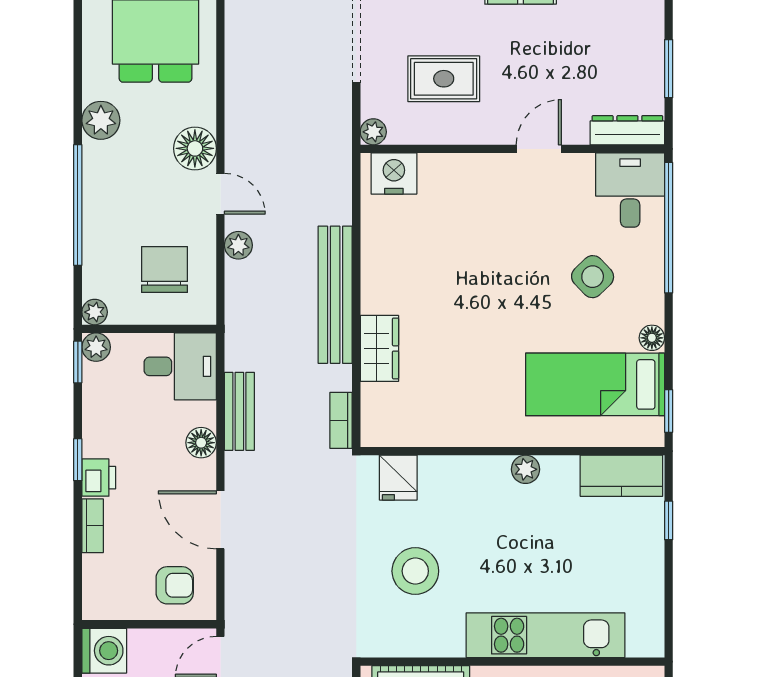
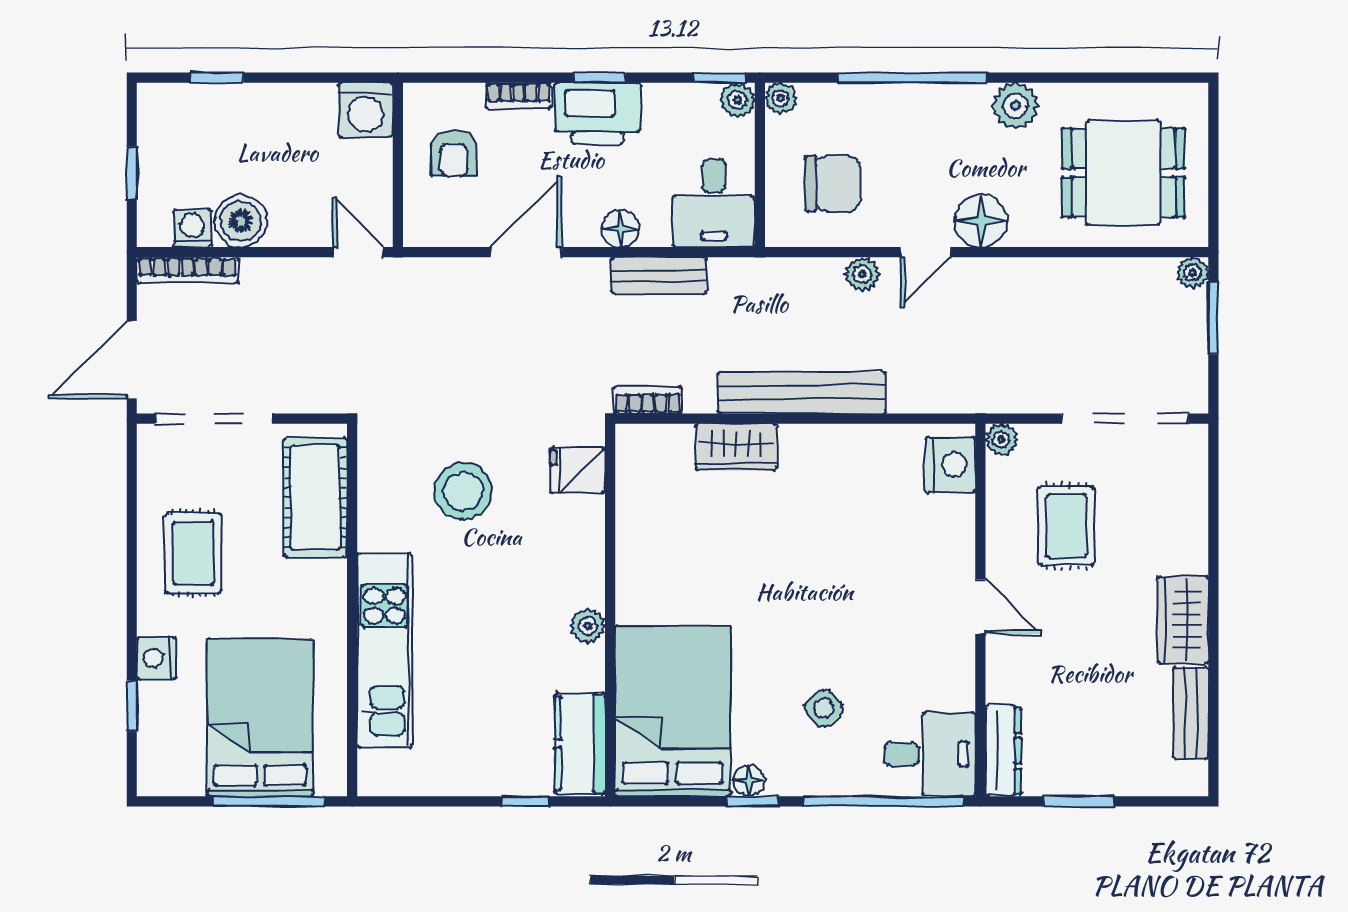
door: (539, 149) -> (980, 607), moved
side table: (593, 277) -> (824, 708), width x0.73, depth x0.73
bed: (595, 384) -> (673, 711), width x1.50
window: (669, 411) -> (752, 801), moved
printer: (99, 478) -> (598, 113), width x1.87, depth x1.48
armchair: (175, 585) -> (454, 154), moved

